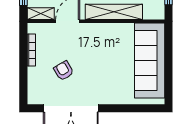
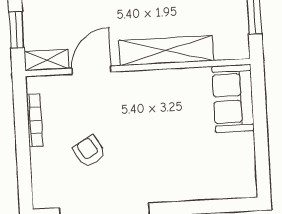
sofa: (150, 60) -> (233, 98), width x0.54, depth x0.79

